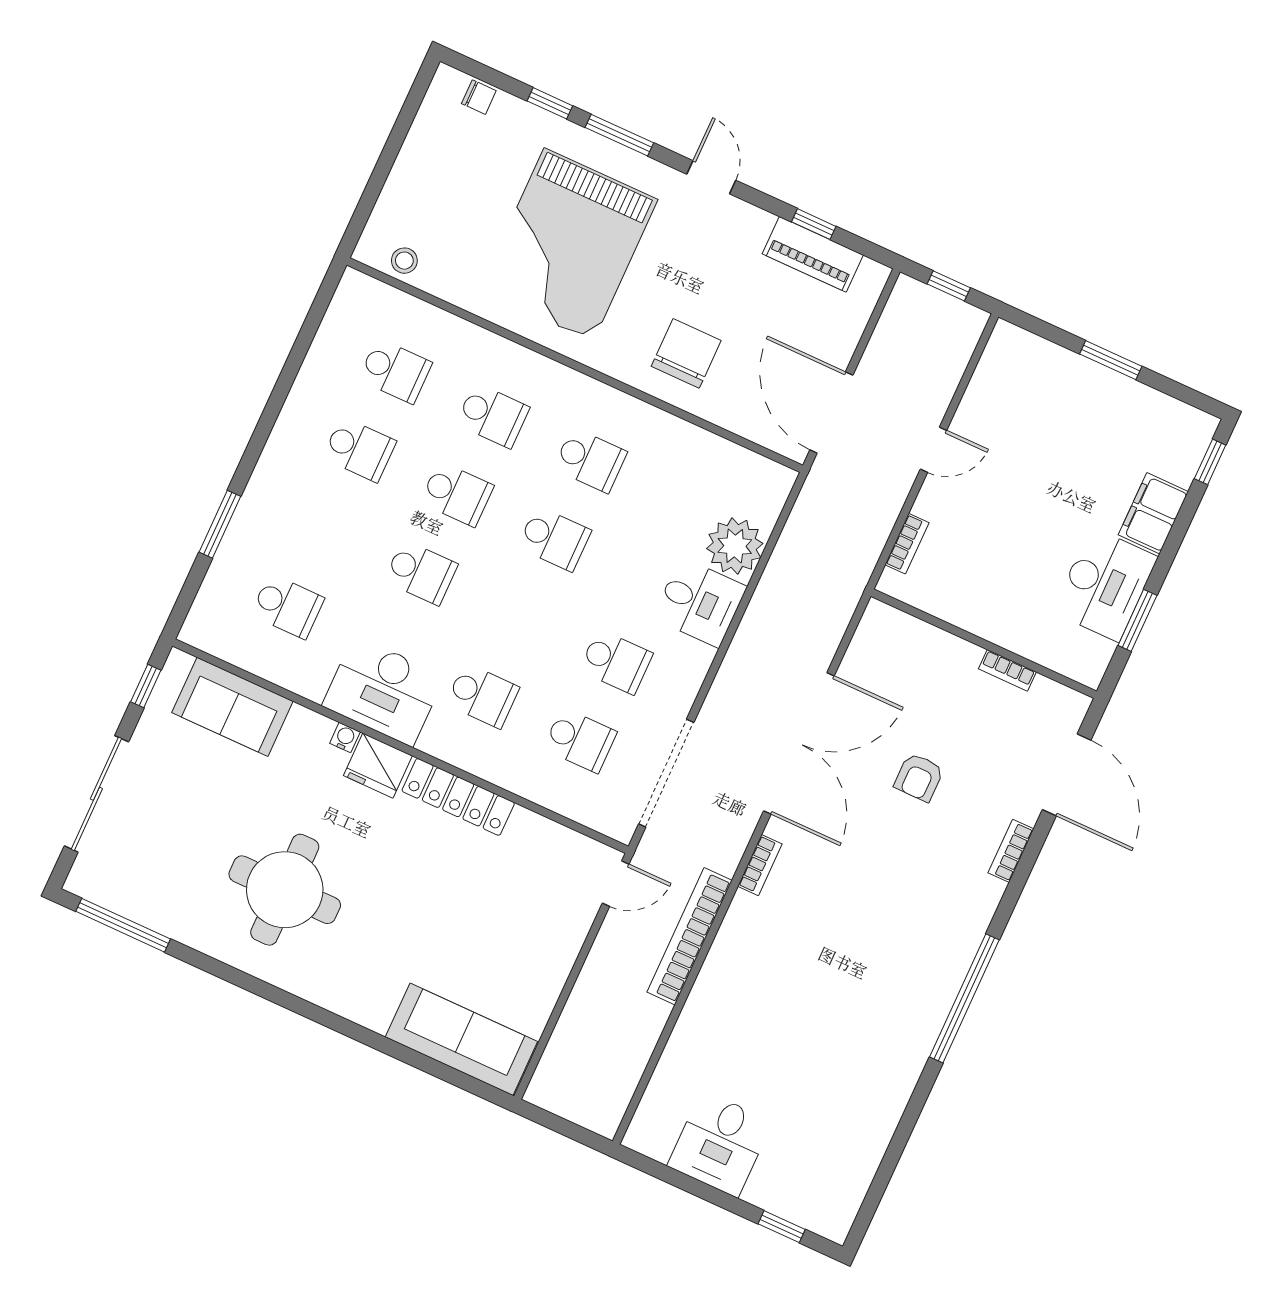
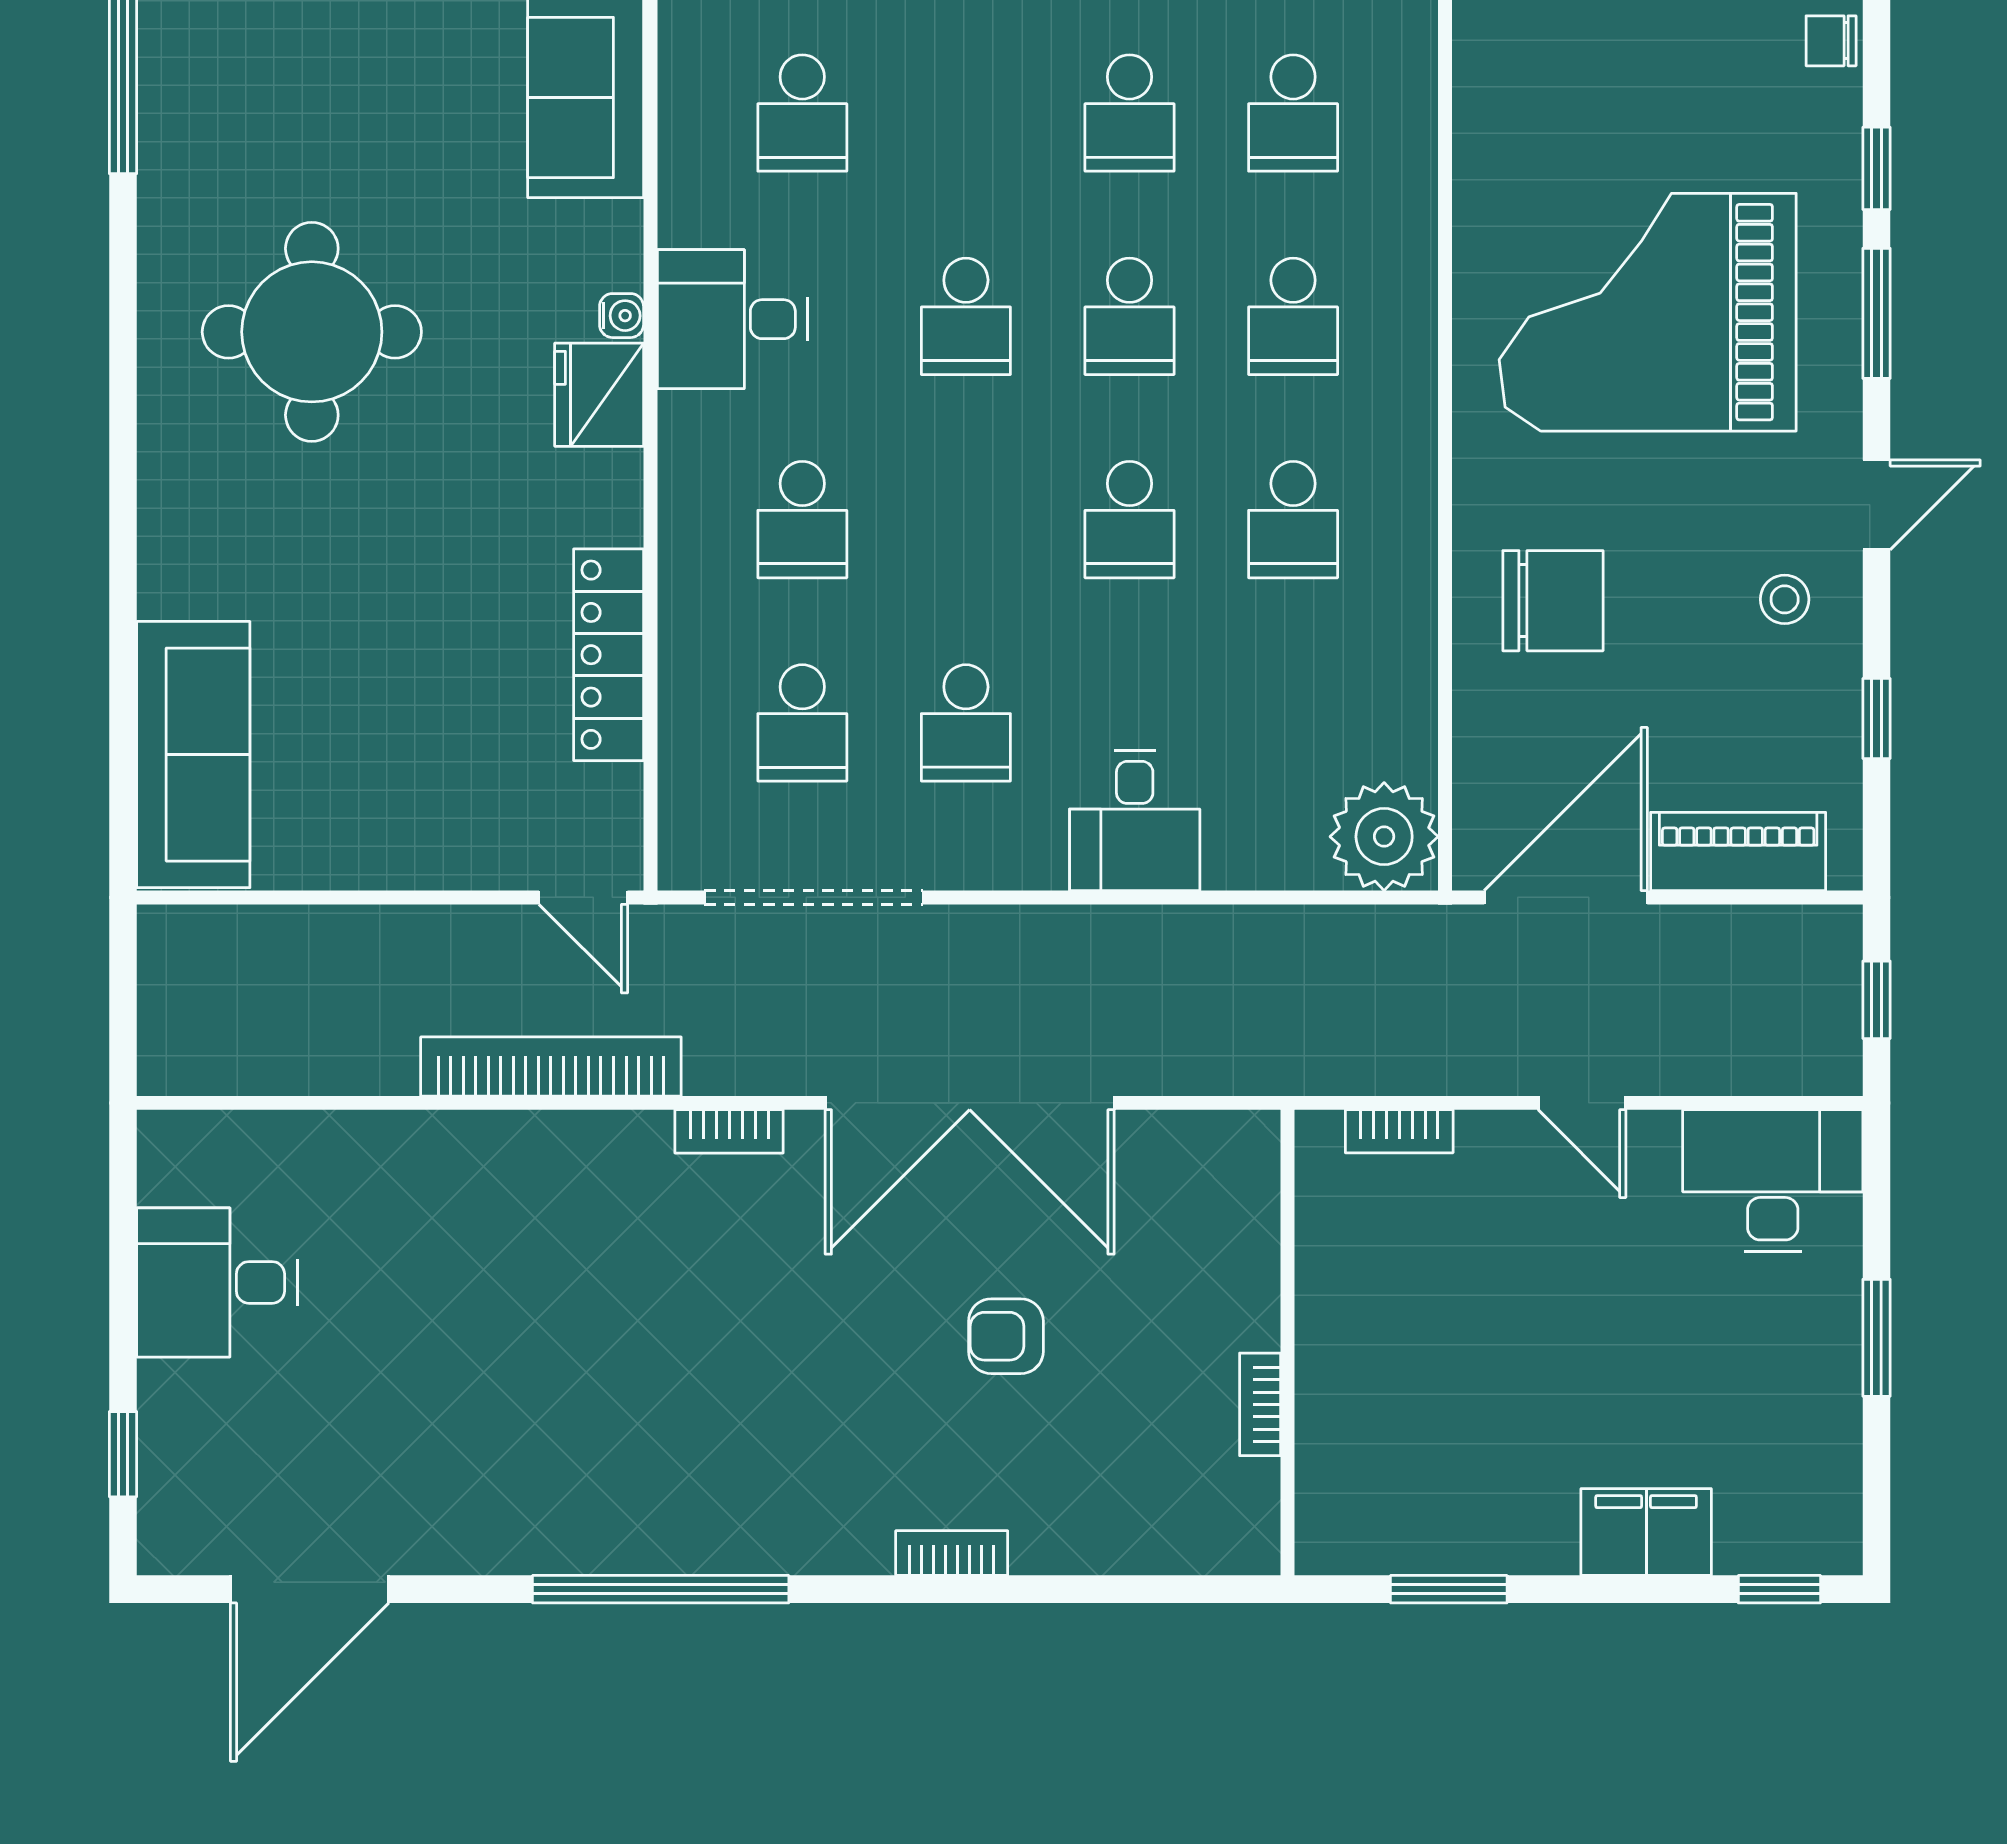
chair: (479, 97) -> (1831, 41), turned 90
piano: (813, 254) -> (1738, 851), moved, turned 90
stool: (404, 261) -> (1785, 599), moved
plant: (735, 546) -> (1384, 837), moved
desk: (1105, 584) -> (1773, 1180), moved, turned 180
desk: (383, 691) -> (732, 319), width x0.73
door: (1067, 775) -> (310, 1589), moved
locker: (458, 797) -> (609, 655), moved

